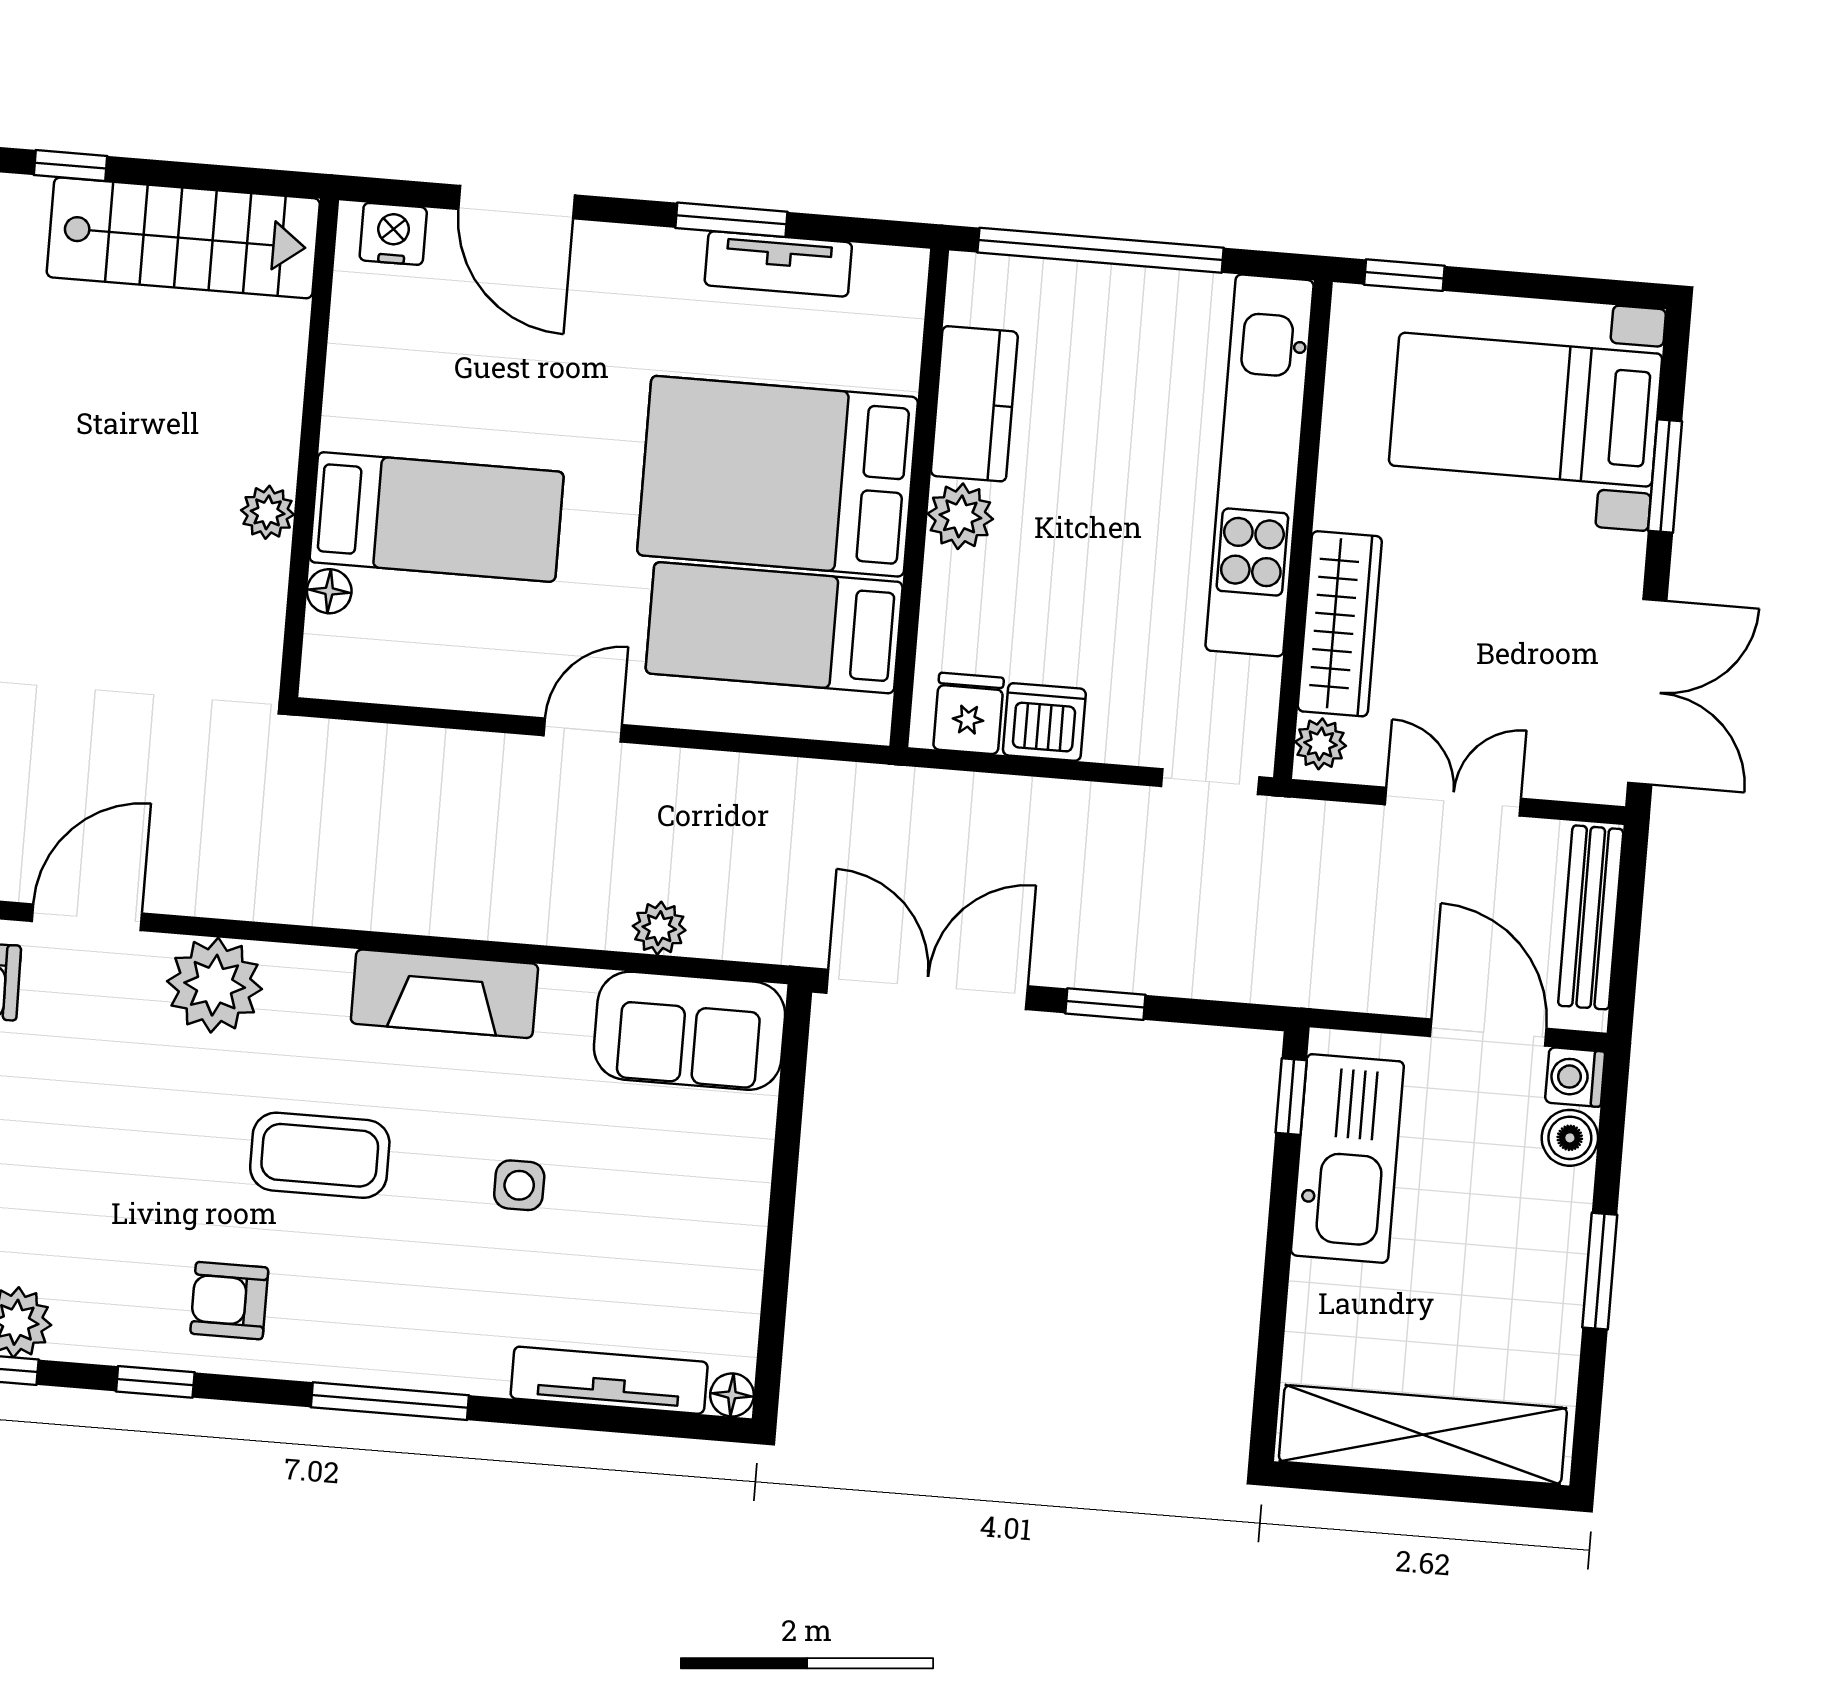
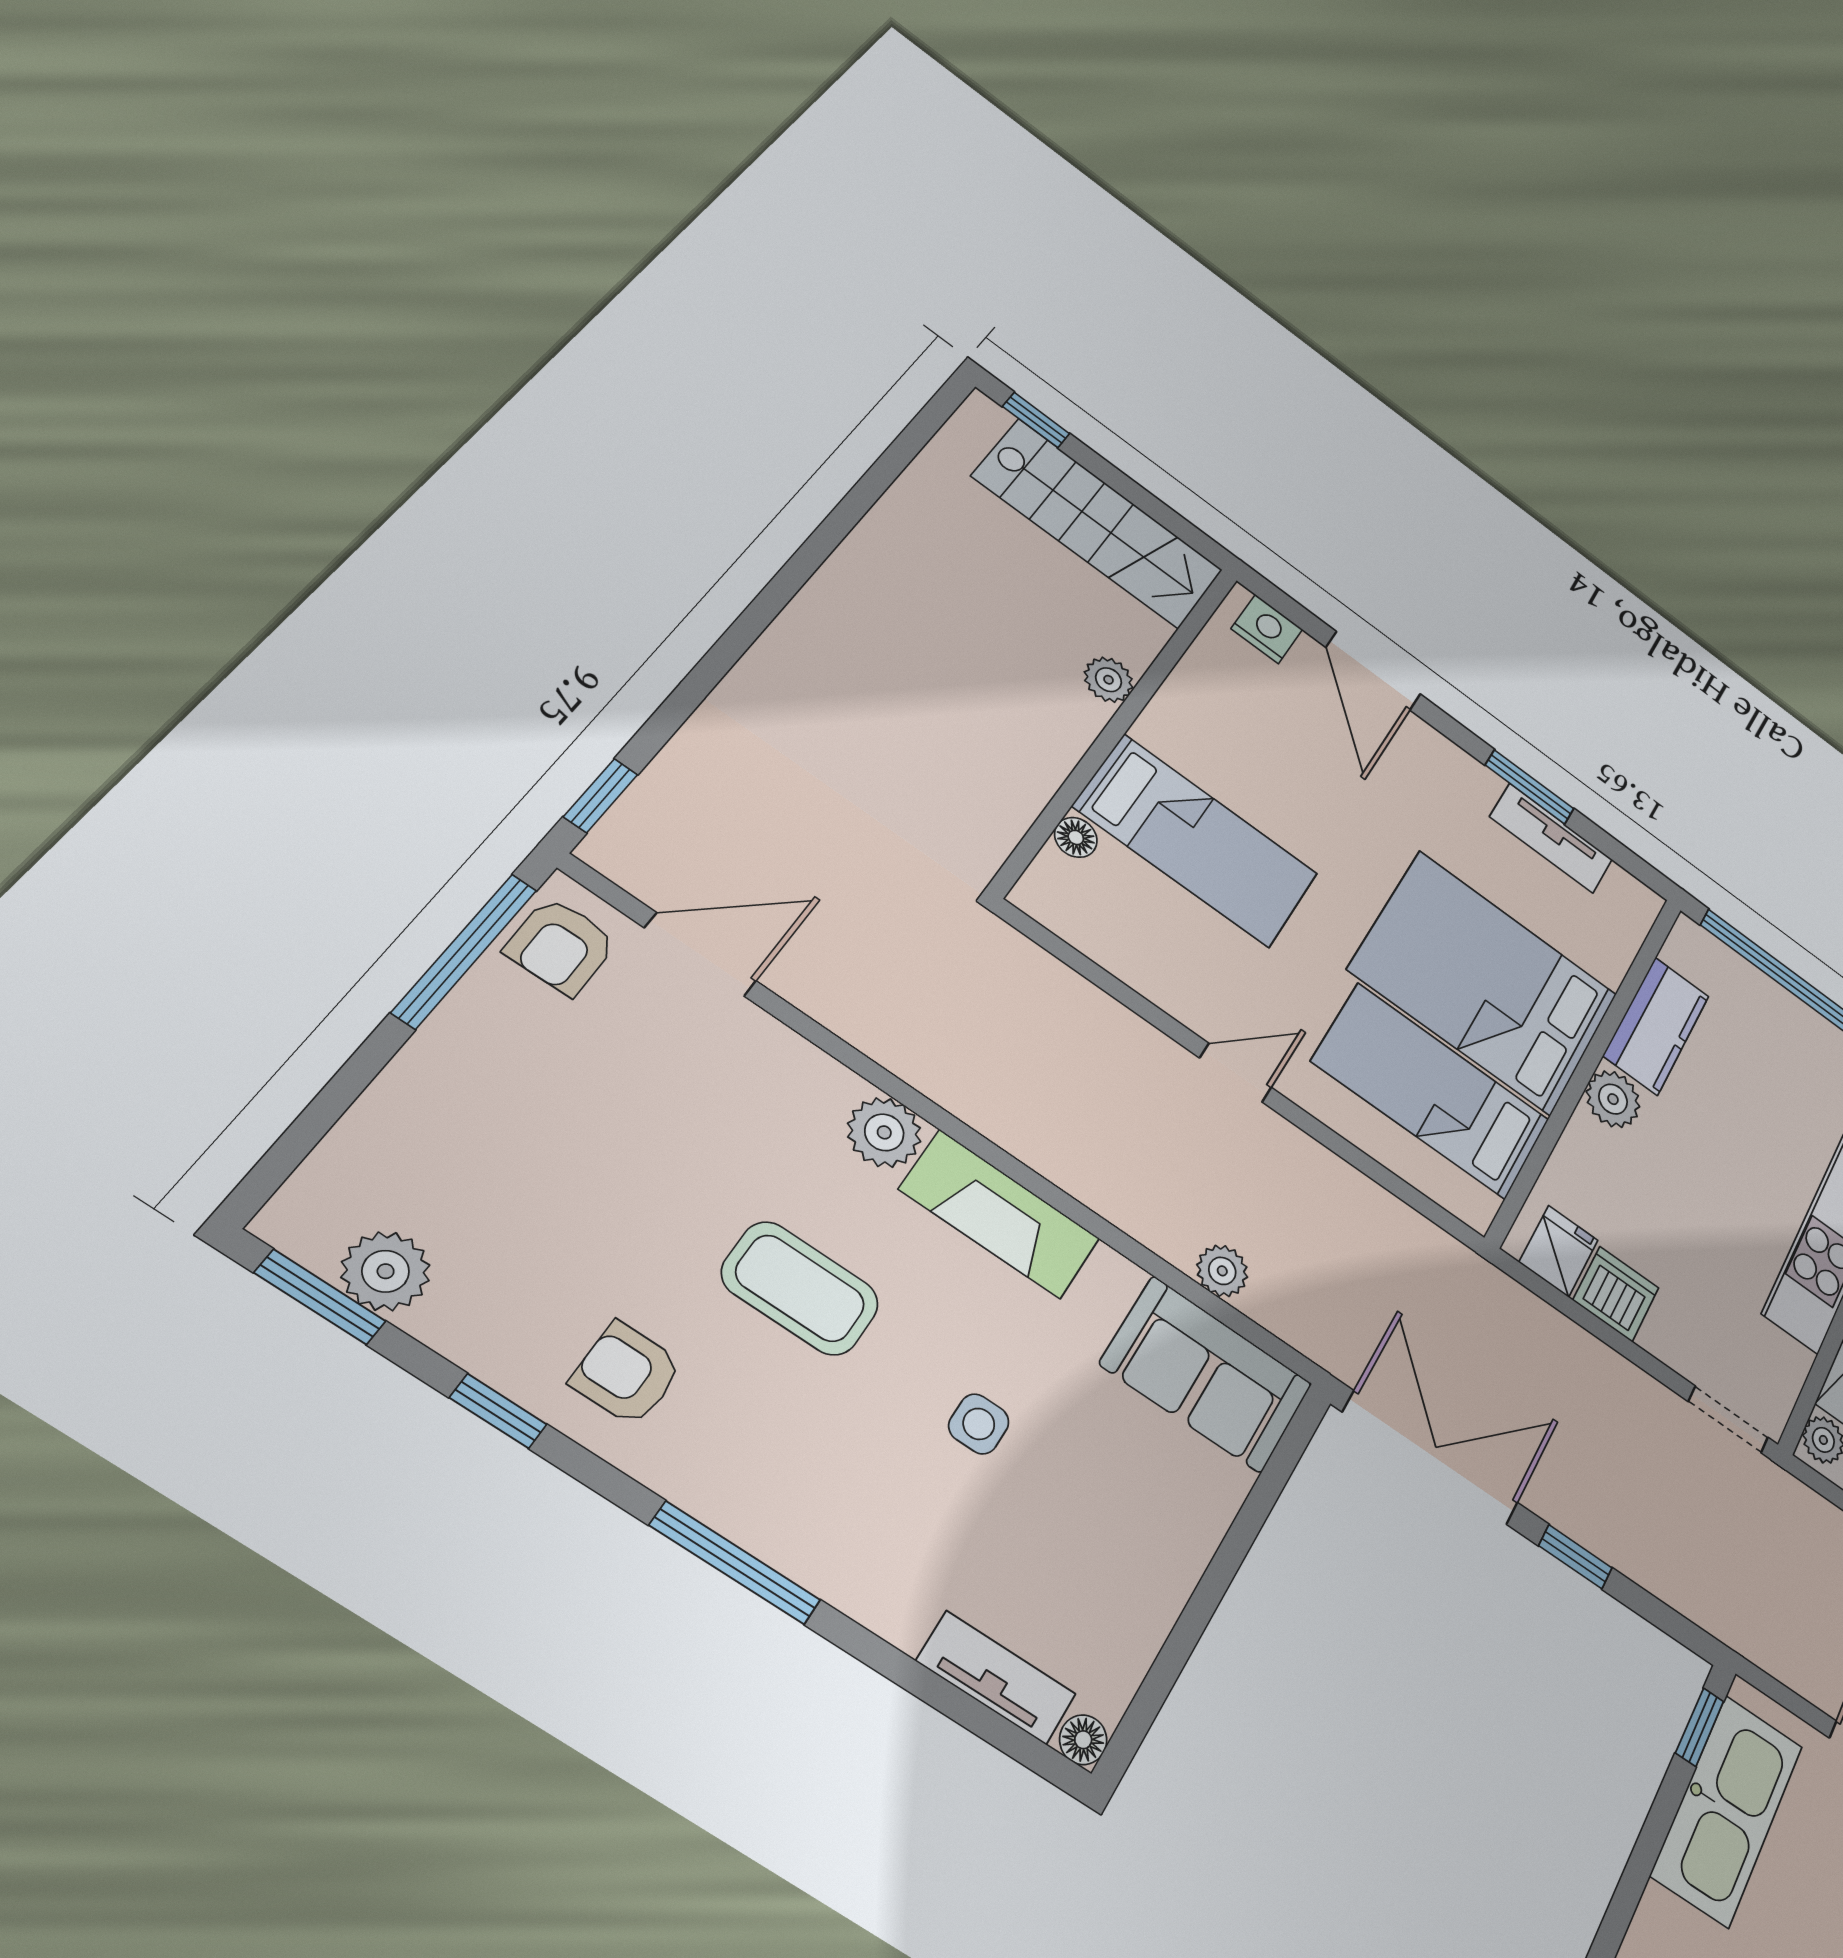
plant: (268, 512) -> (1109, 680), moved
plant: (215, 985) -> (884, 1132), moved, width x0.73, depth x0.73
tv unit: (609, 1380) -> (996, 1677), width x0.71

